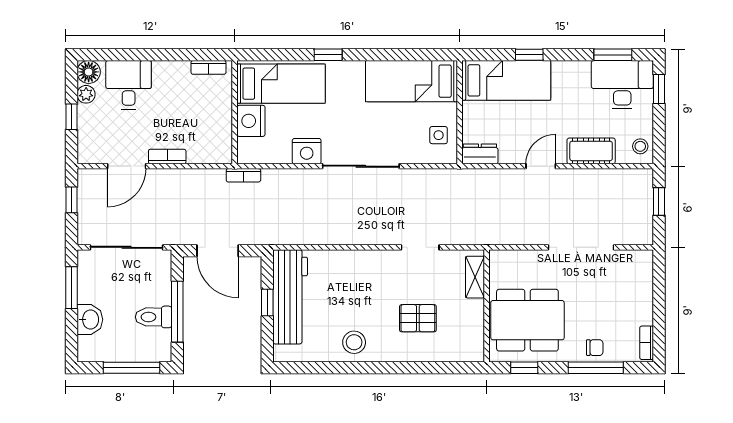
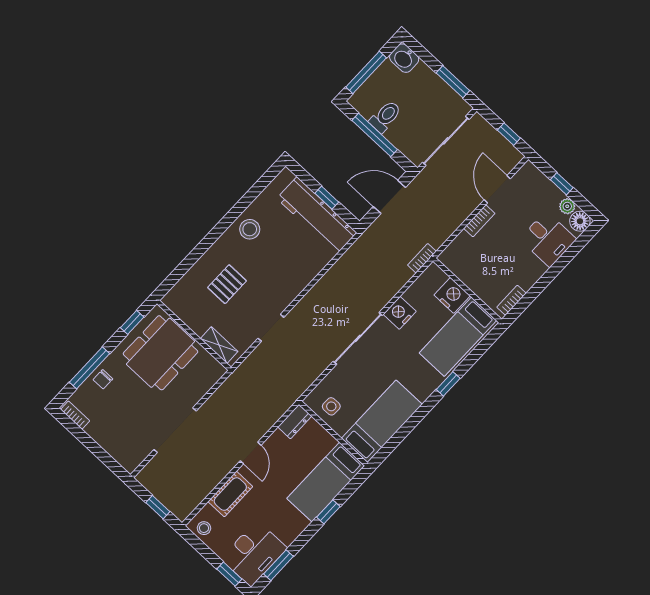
washbasin: (90, 320) -> (404, 58), moved

